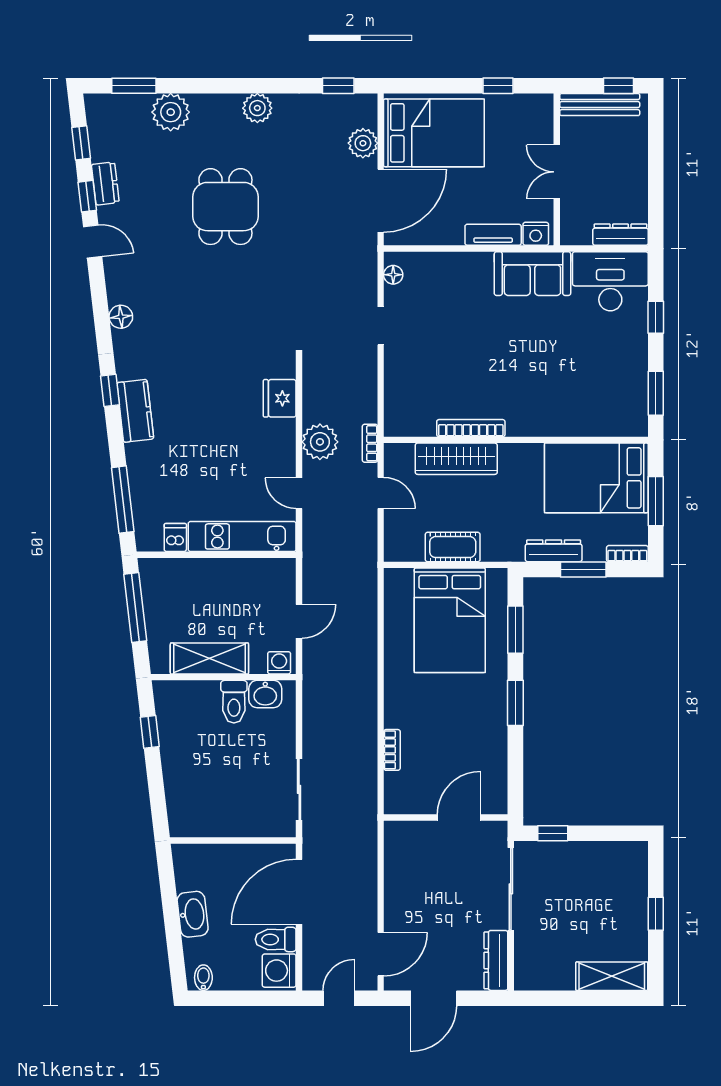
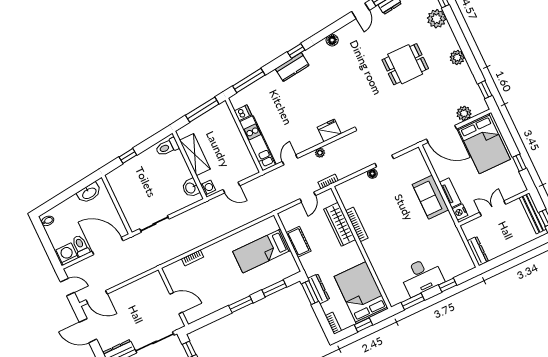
sofa: (532, 274) -> (430, 197), moved
floor lamp: (393, 275) -> (372, 174), moved
desk: (610, 281) -> (422, 276), moved, turned 90
plant: (320, 442) -> (320, 153), width x0.53, depth x0.53
window: (656, 501) -> (363, 325), width x0.67
window: (583, 570) -> (310, 293), moved
bed: (450, 620) -> (262, 251), width x0.67
toilet: (234, 702) -> (167, 147), moved
window: (150, 732) -> (128, 156), moved
washbasin: (193, 914) -> (89, 193), moved

